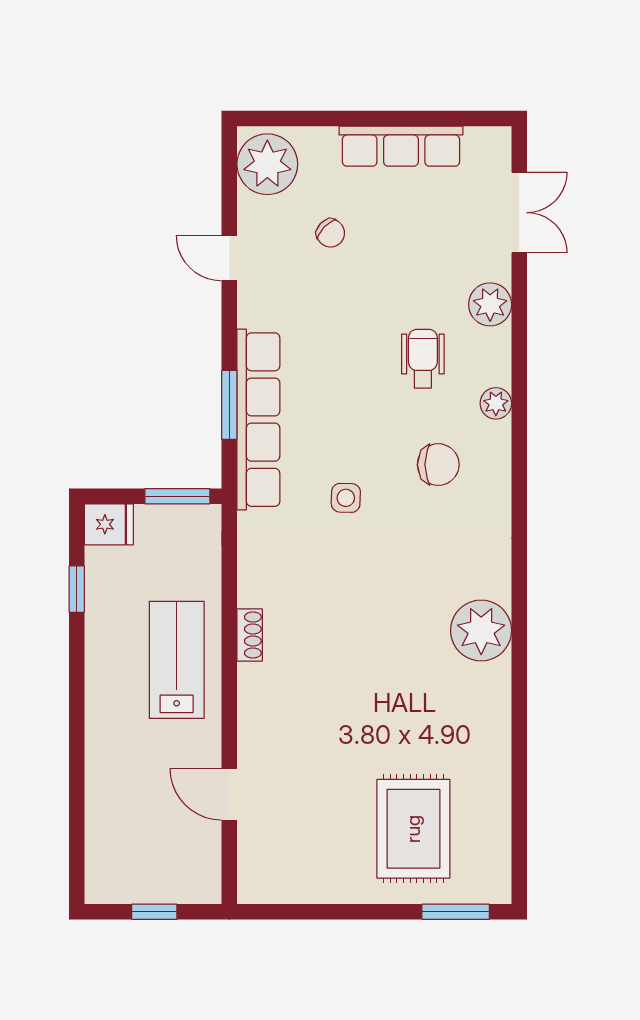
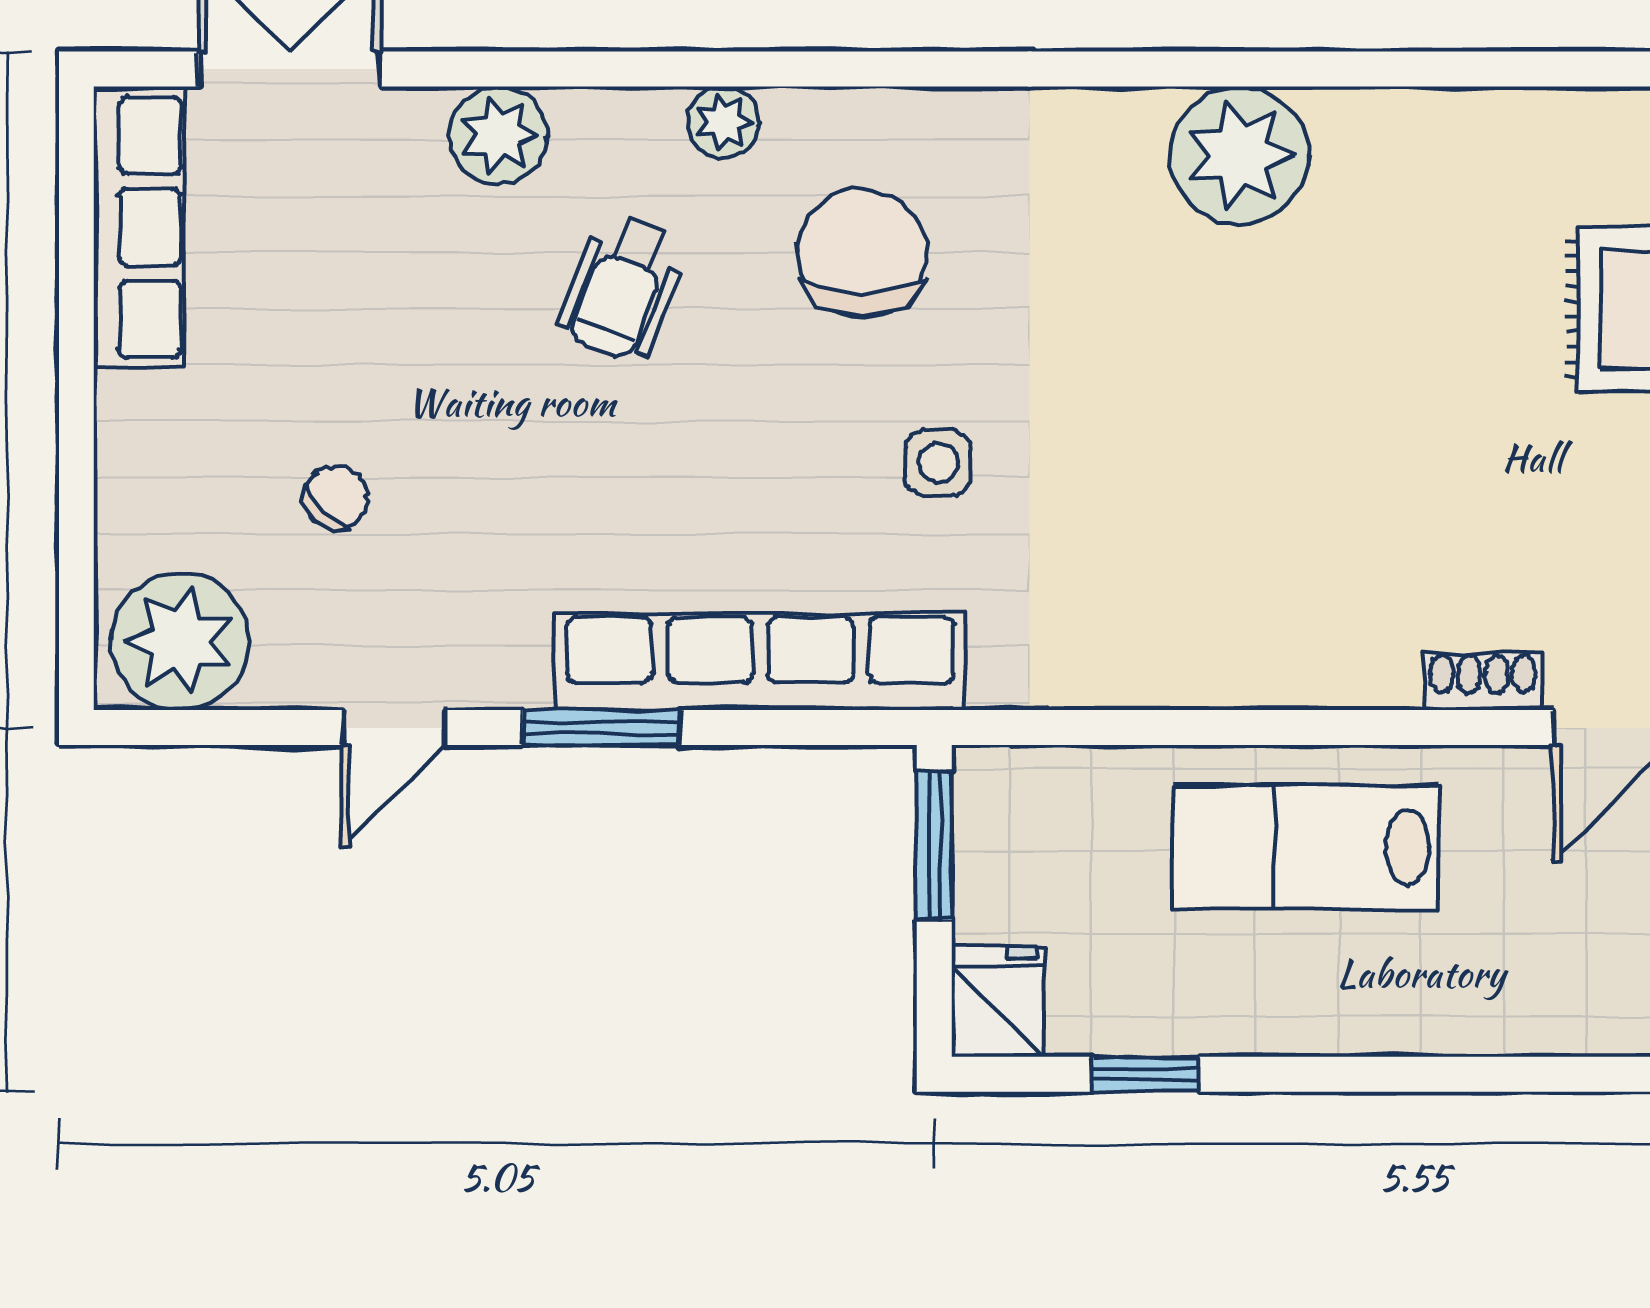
row of seats: (401, 146) -> (139, 227), moved
wheelchair: (423, 359) -> (622, 288), turned -69
window: (229, 405) -> (601, 728), moved
chair: (438, 465) -> (862, 253), width x1.37, depth x1.37
shoe rack: (250, 635) -> (1483, 681), moved

